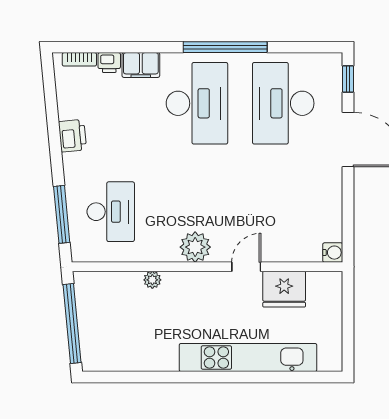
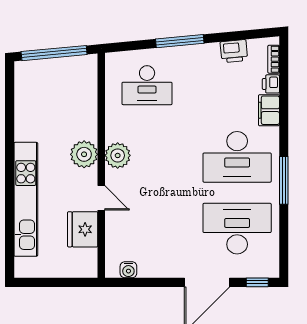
window: (225, 47) -> (284, 180), width x0.68
printer: (72, 136) -> (234, 51), moved
window: (62, 214) -> (180, 41), moved
water cooler: (333, 253) -> (128, 270), moved
plant: (152, 280) -> (84, 154), moved, width x1.87, depth x1.87

